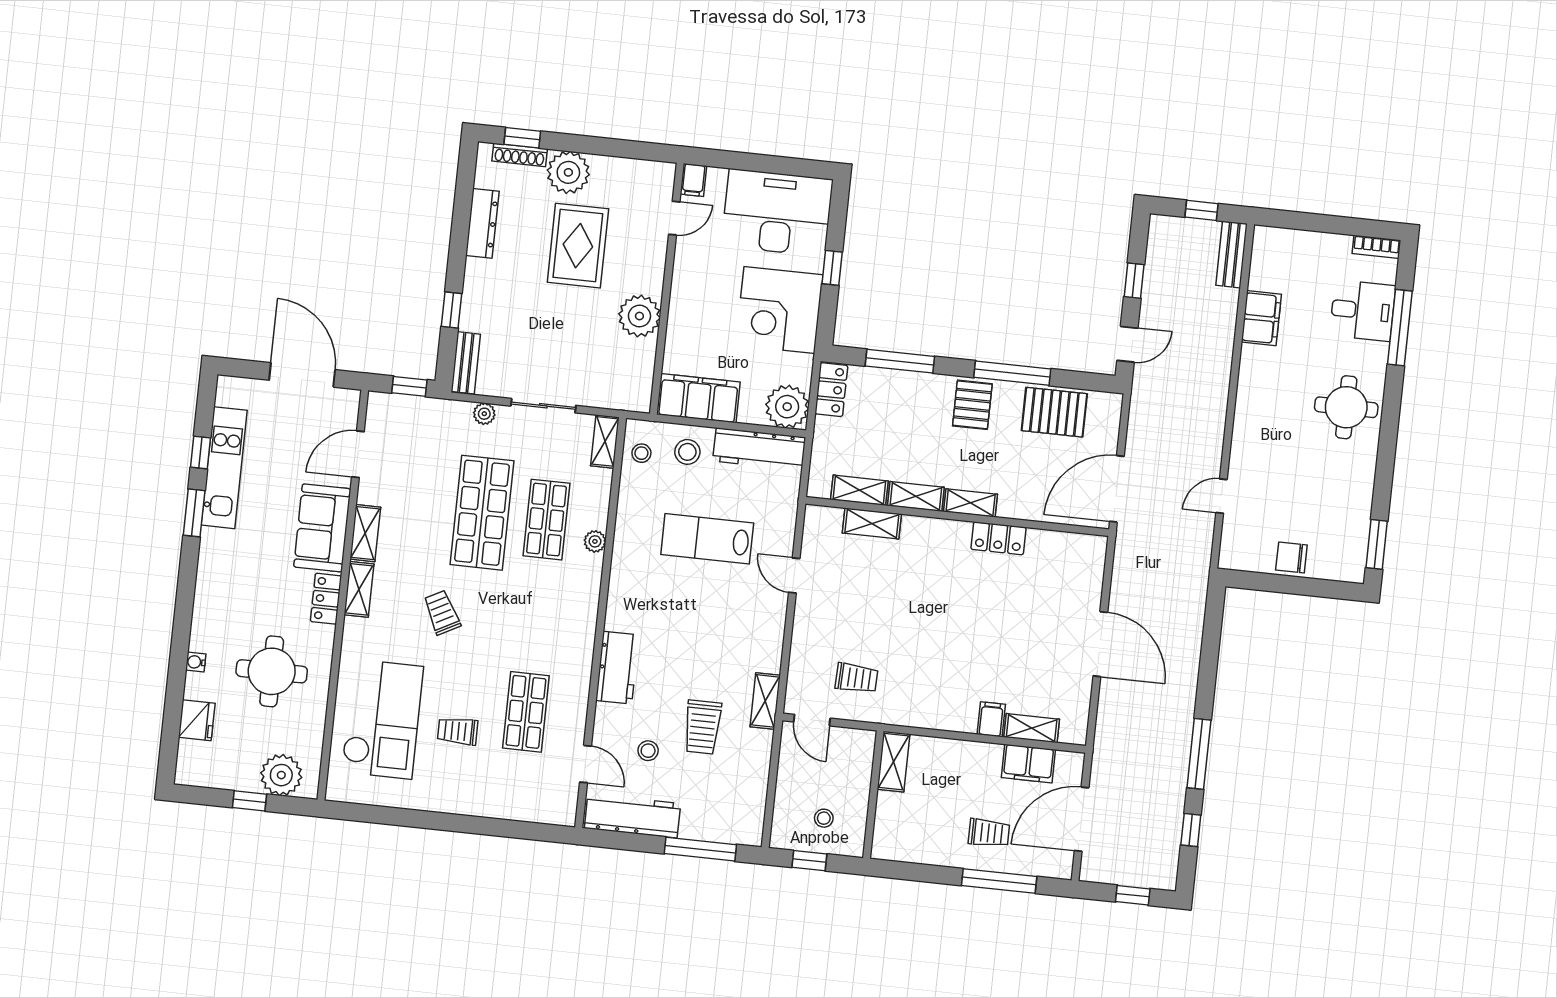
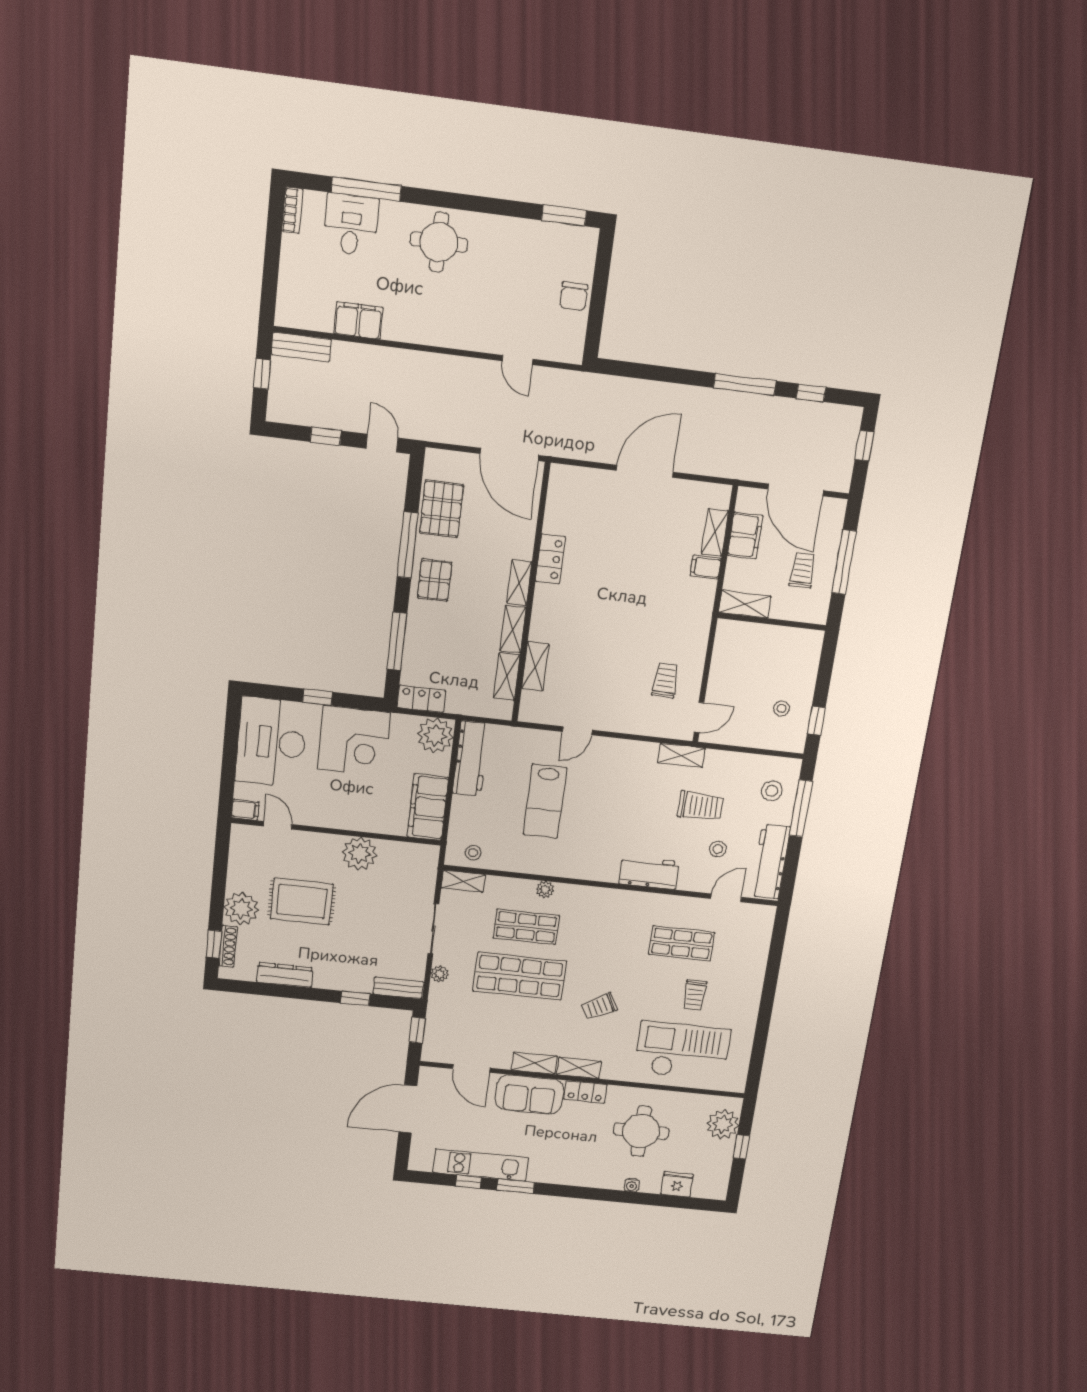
pallet: (972, 405) -> (435, 580), turned 90
stool: (687, 452) -> (772, 791), moved
shelving: (894, 762) -> (745, 604), moved
wall: (873, 795) -> (772, 622), moved

